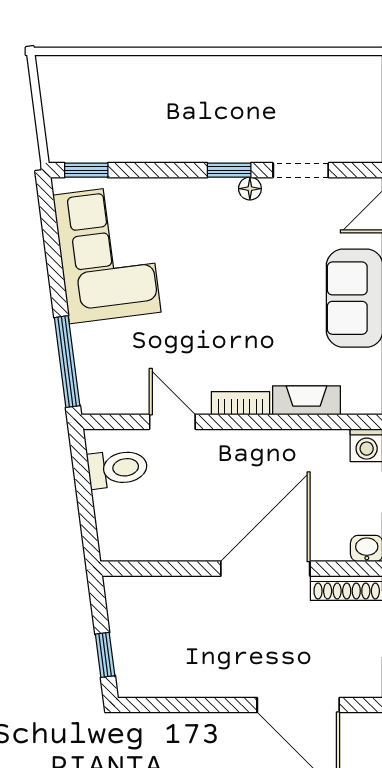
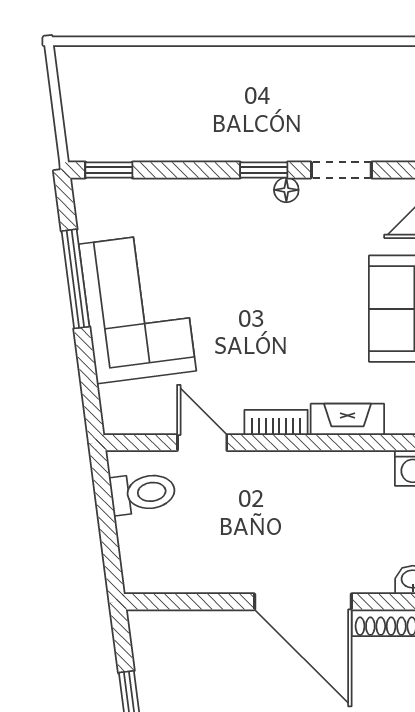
corner sofa: (107, 254) -> (137, 308), moved
window: (67, 362) -> (75, 279), moved
door: (265, 569) -> (303, 602), swing flipped

